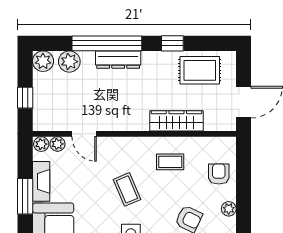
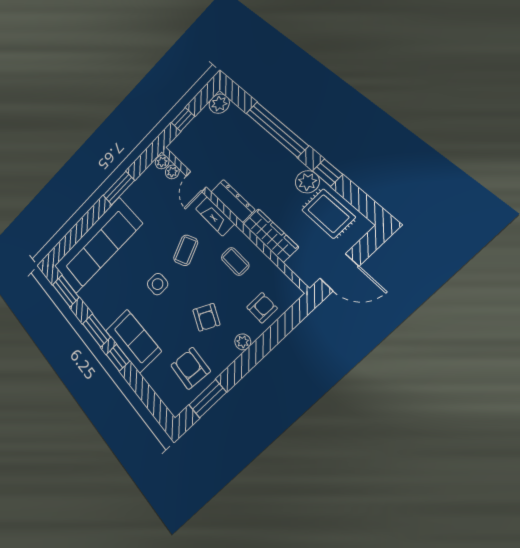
dresser: (118, 60) -> (233, 201), moved, turned 180
plant: (69, 62) -> (307, 182), moved
fireplace: (41, 181) -> (215, 216), moved, turned 90

